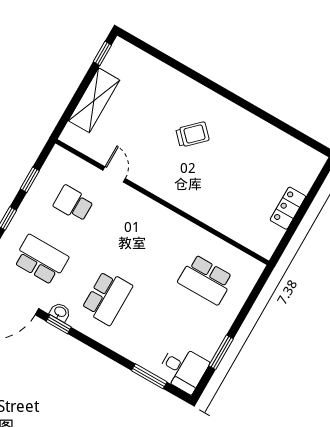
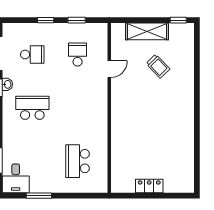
trolley: (192, 135) -> (158, 66), moved
school desk: (41, 260) -> (32, 55), width x0.54
school desk: (107, 298) -> (32, 108), turned 180

